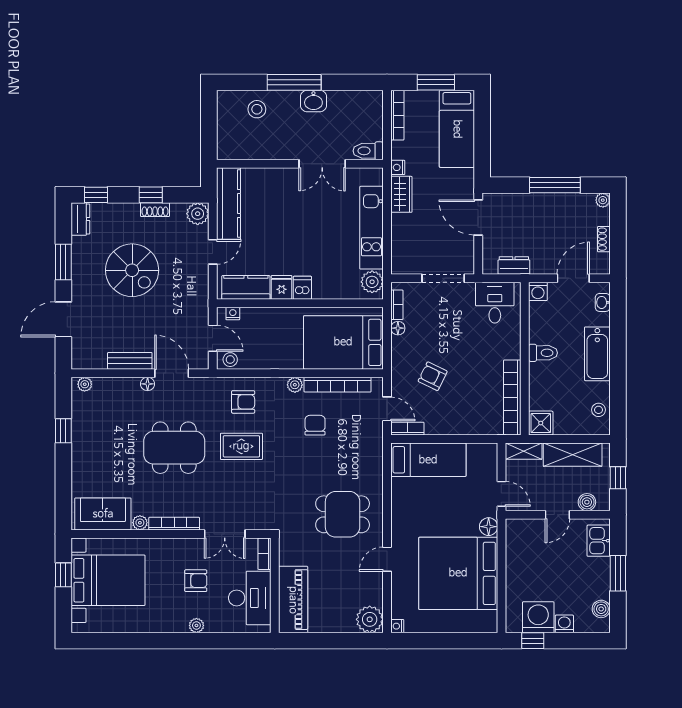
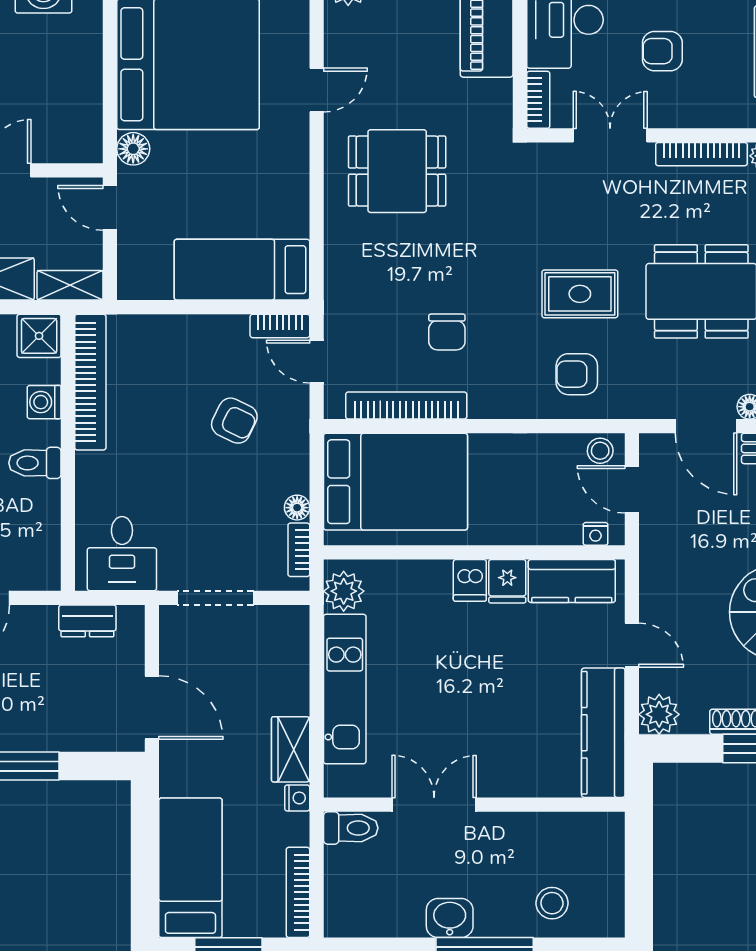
door: (213, 252) -> (632, 645), swing flipped
washing machine: (538, 291) -> (44, 402), moved, turned -90
plant: (295, 385) -> (483, 405), removed

